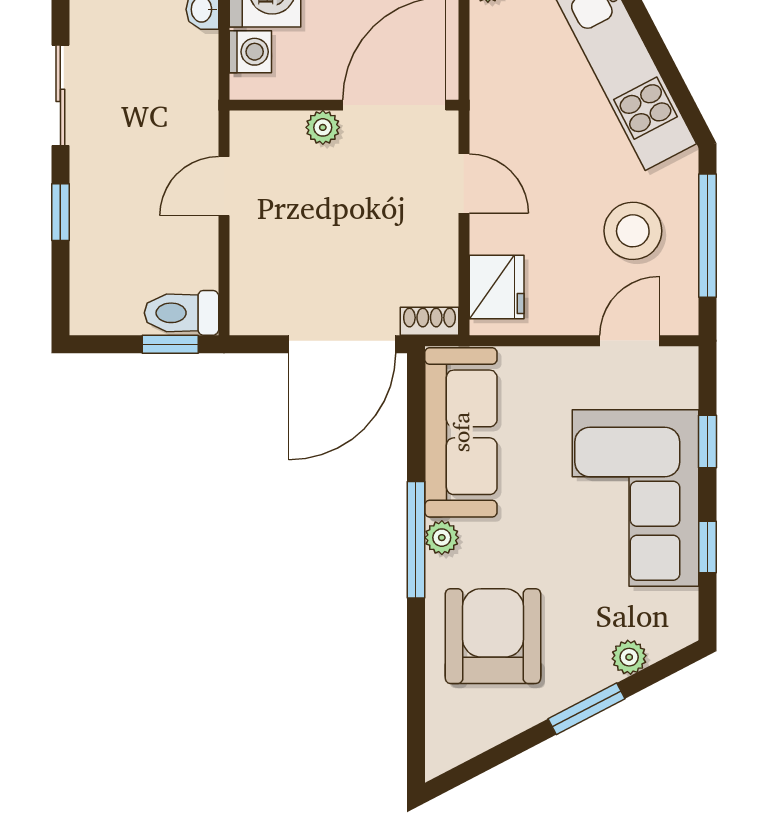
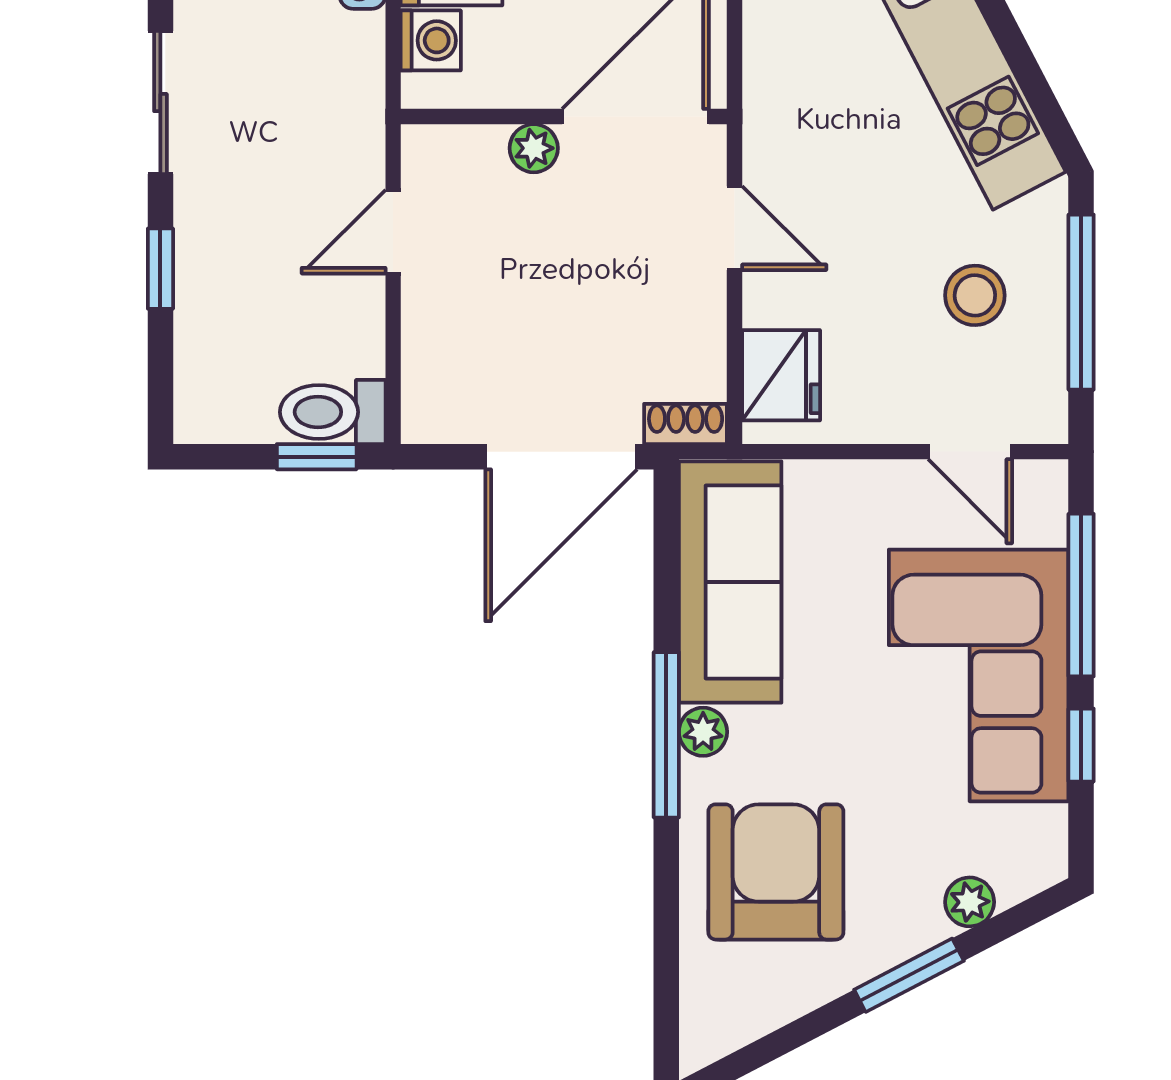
stool: (633, 231) -> (975, 295), width x0.73, depth x0.73
door: (629, 341) -> (970, 452), swing flipped
window: (707, 441) -> (1081, 595), width x2.17

